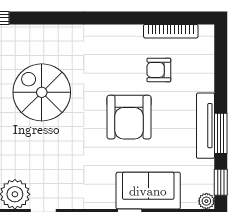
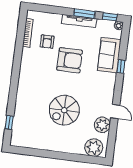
spiral stairs: (42, 92) -> (64, 110), moved

